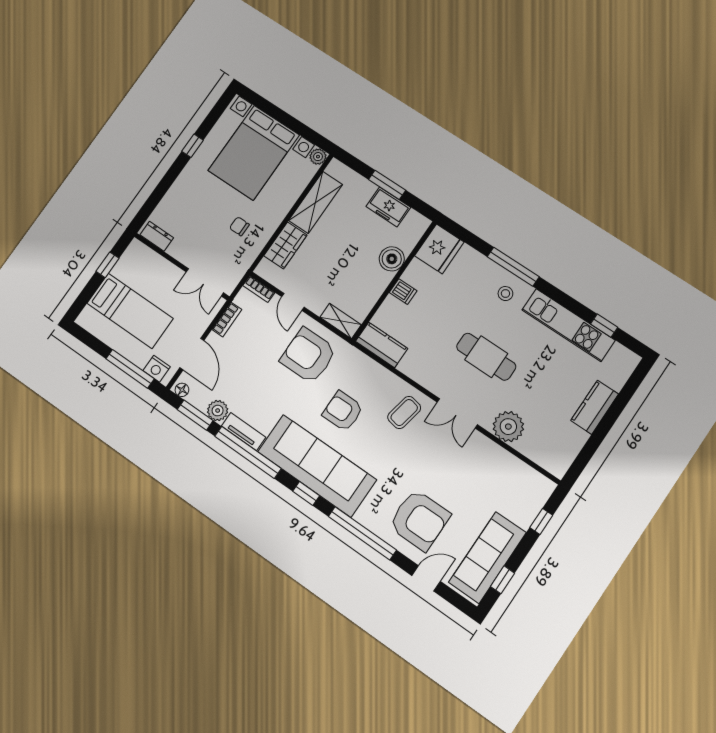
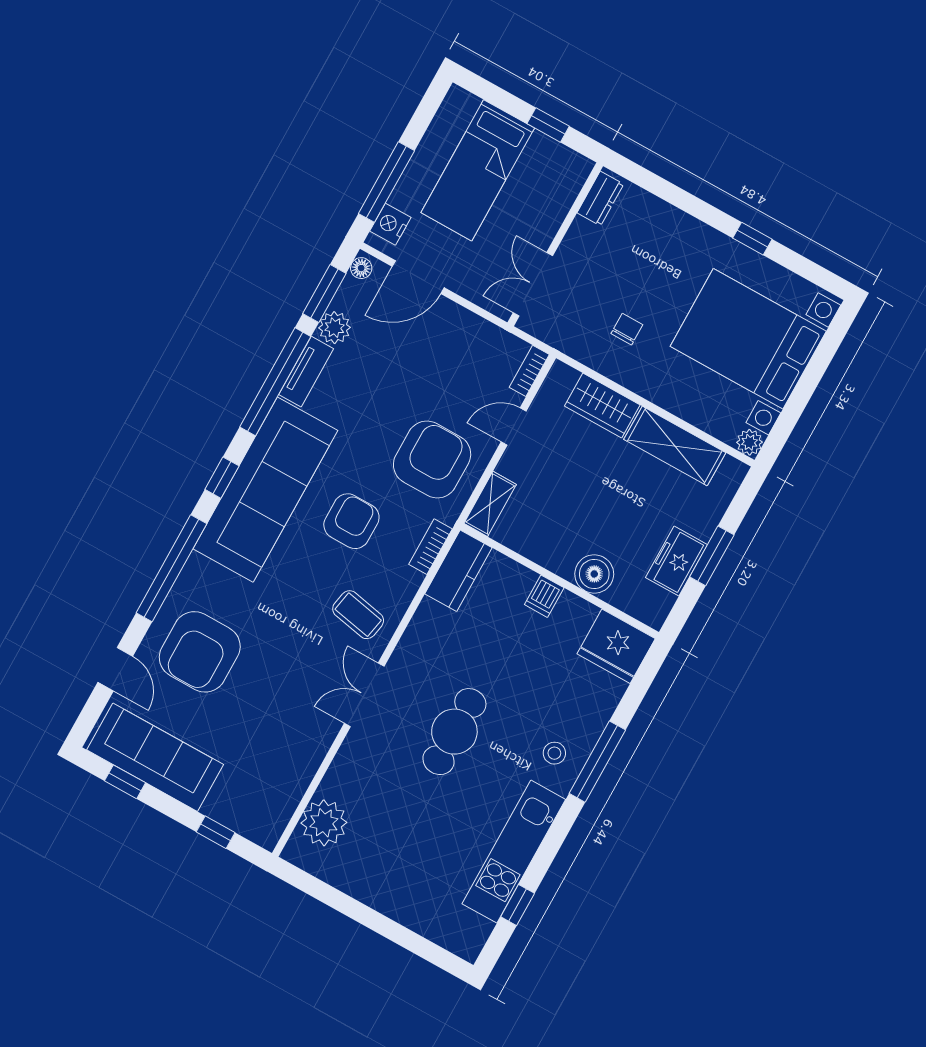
bookcase: (227, 320) -> (430, 547), moved, turned 90
kitchen counter: (595, 407) -> (393, 899), removed
plant: (508, 427) -> (324, 823), moved

